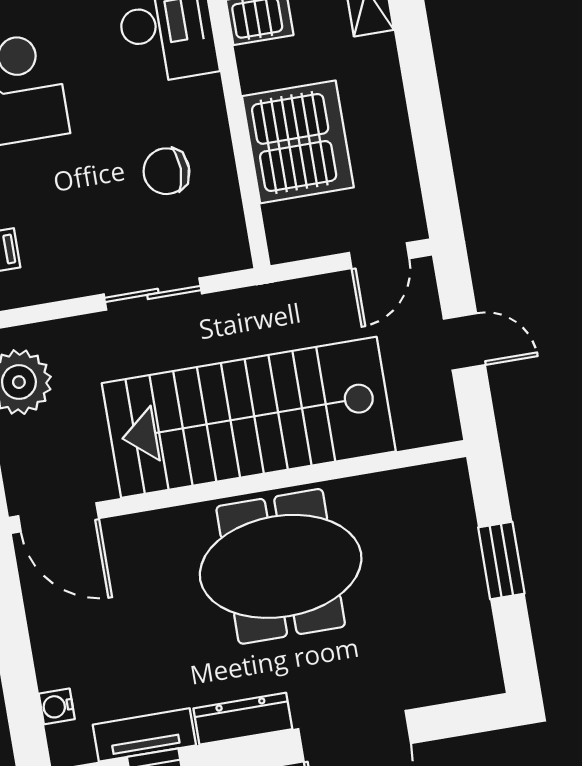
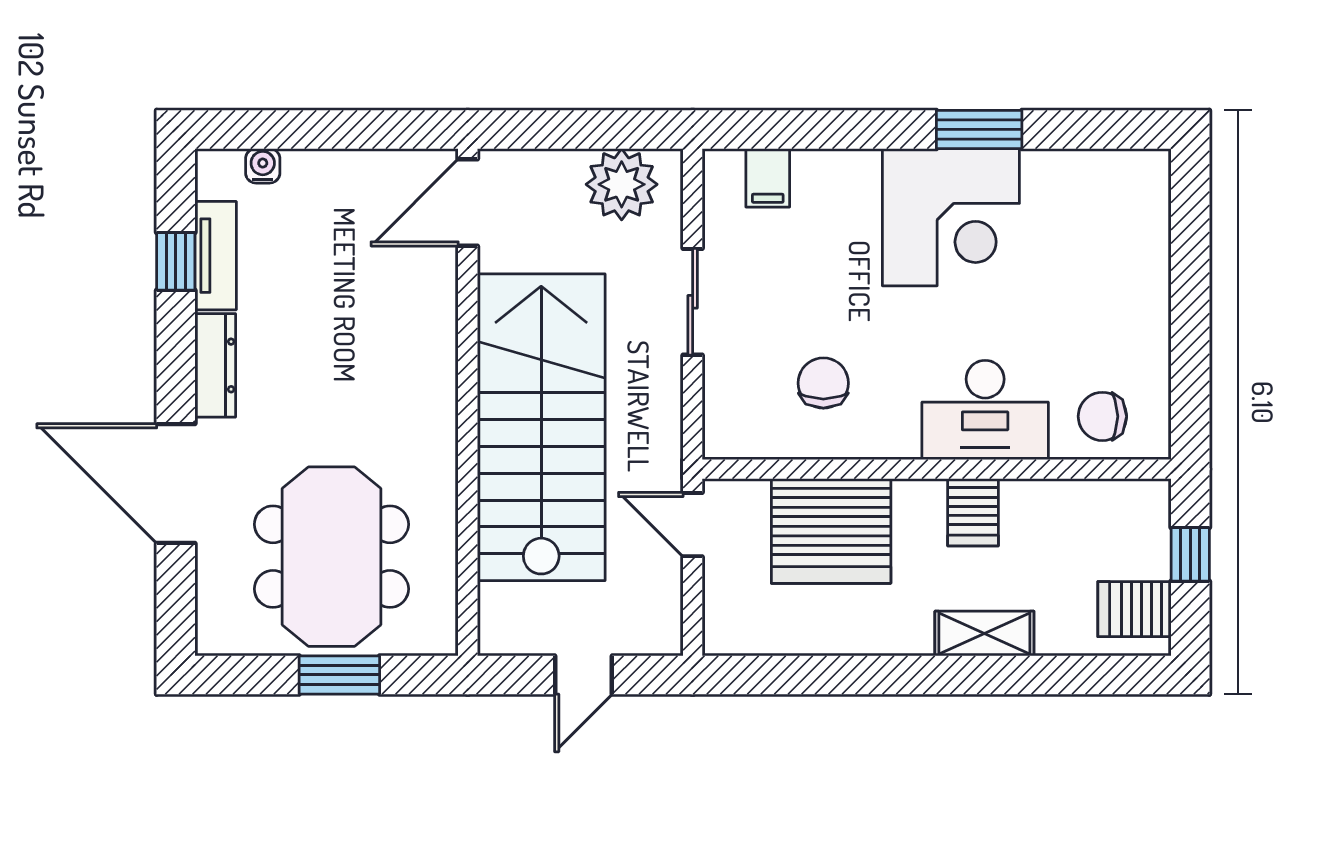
door: (379, 256) -> (693, 525), moved
sliding door: (153, 294) -> (693, 302), moved
meeting table: (281, 566) -> (331, 557), moved

